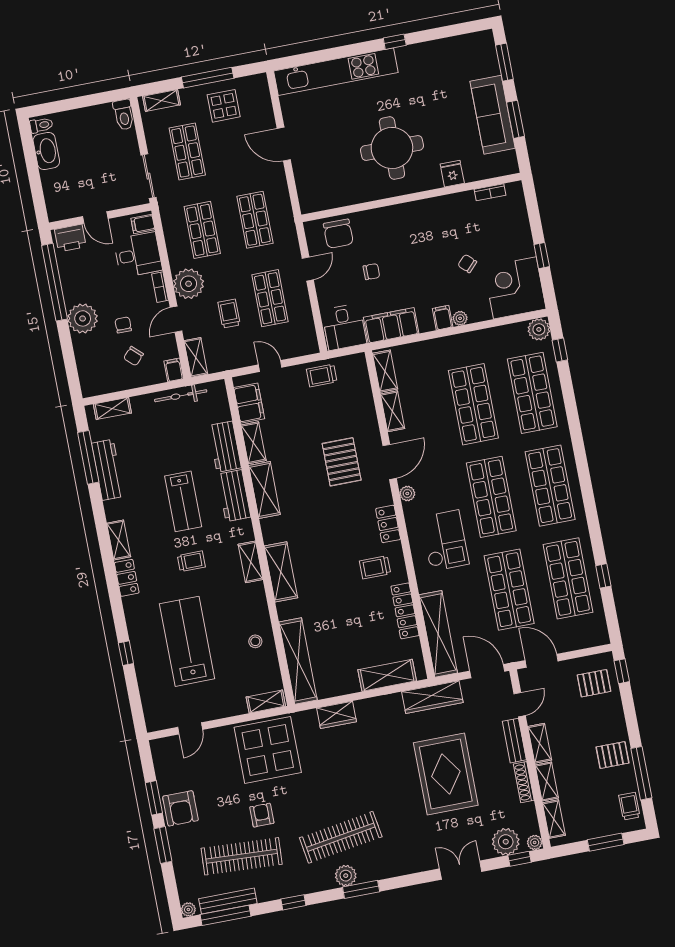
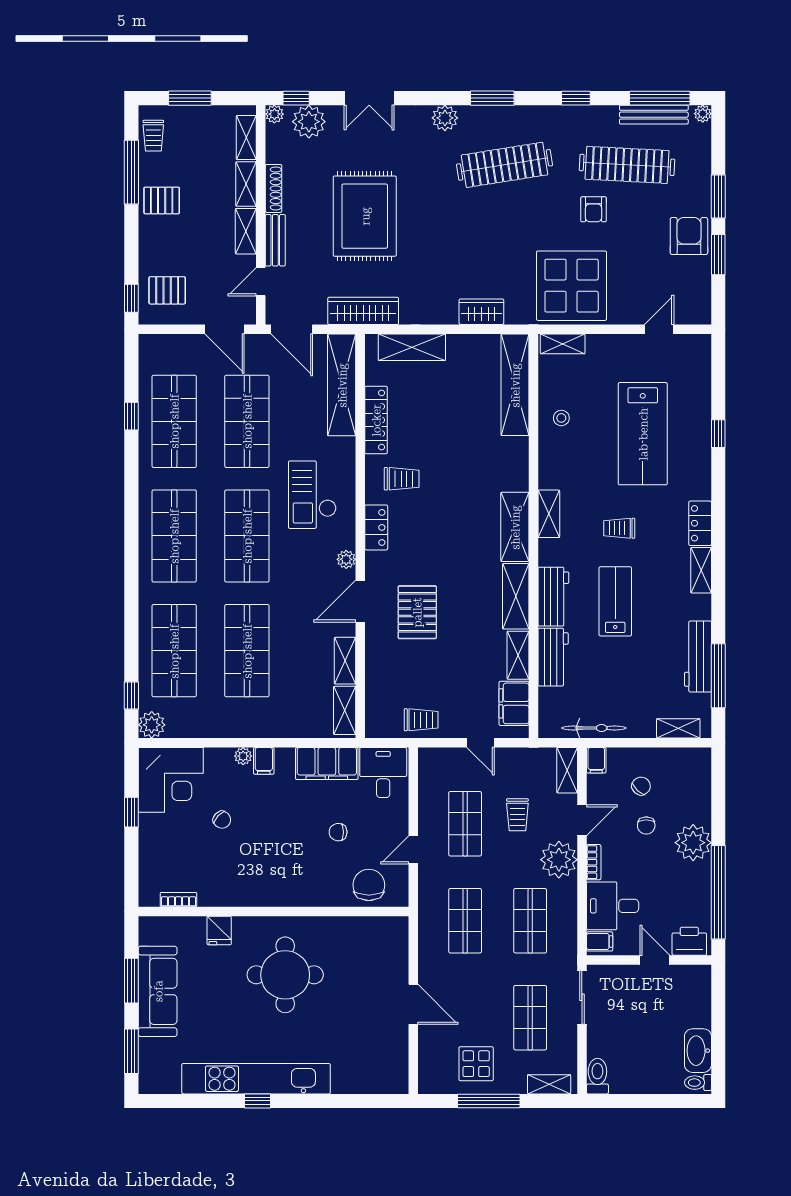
kitchen unit: (336, 72) -> (256, 1079), moved
shelving: (281, 572) -> (515, 527), moved
plant: (346, 876) -> (445, 118), moved

